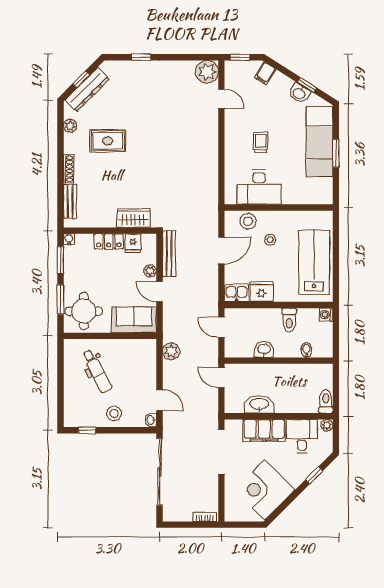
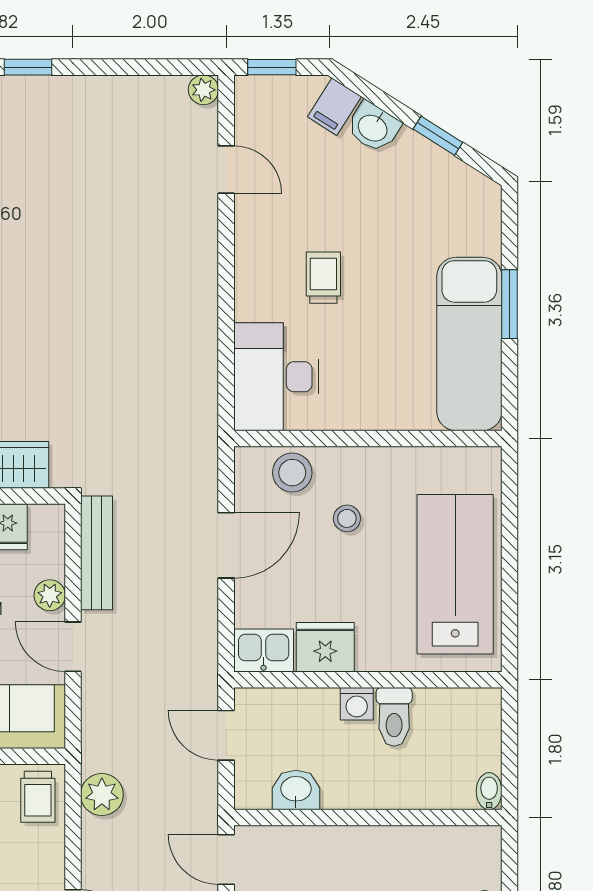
plant: (207, 72) -> (203, 90), width x0.53, depth x0.53
washbasin: (299, 93) -> (373, 127), moved
exam couch: (320, 142) -> (469, 344), moved
desk: (259, 187) -> (276, 377), moved, turned 90
washing machine: (326, 315) -> (357, 704), moved, turned -90
washbasin: (264, 349) -> (296, 790), moved
bidet: (306, 350) -> (489, 791), moved
trolley: (145, 352) -> (38, 797), added

